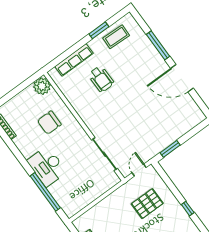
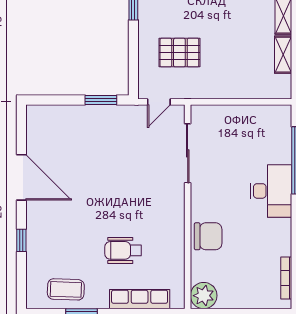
window: (158, 45) -> (21, 240), width x0.46
wheelchair: (101, 79) -> (123, 250), turned -90
chair: (49, 123) -> (208, 236), moved

